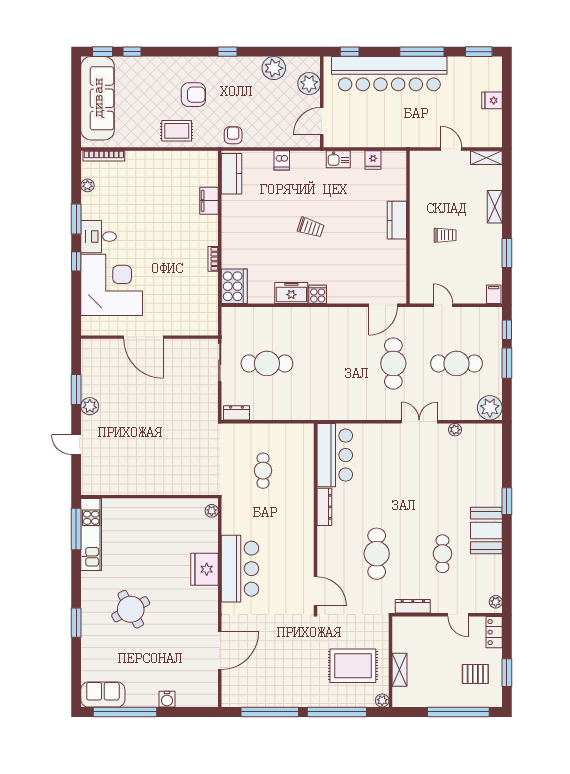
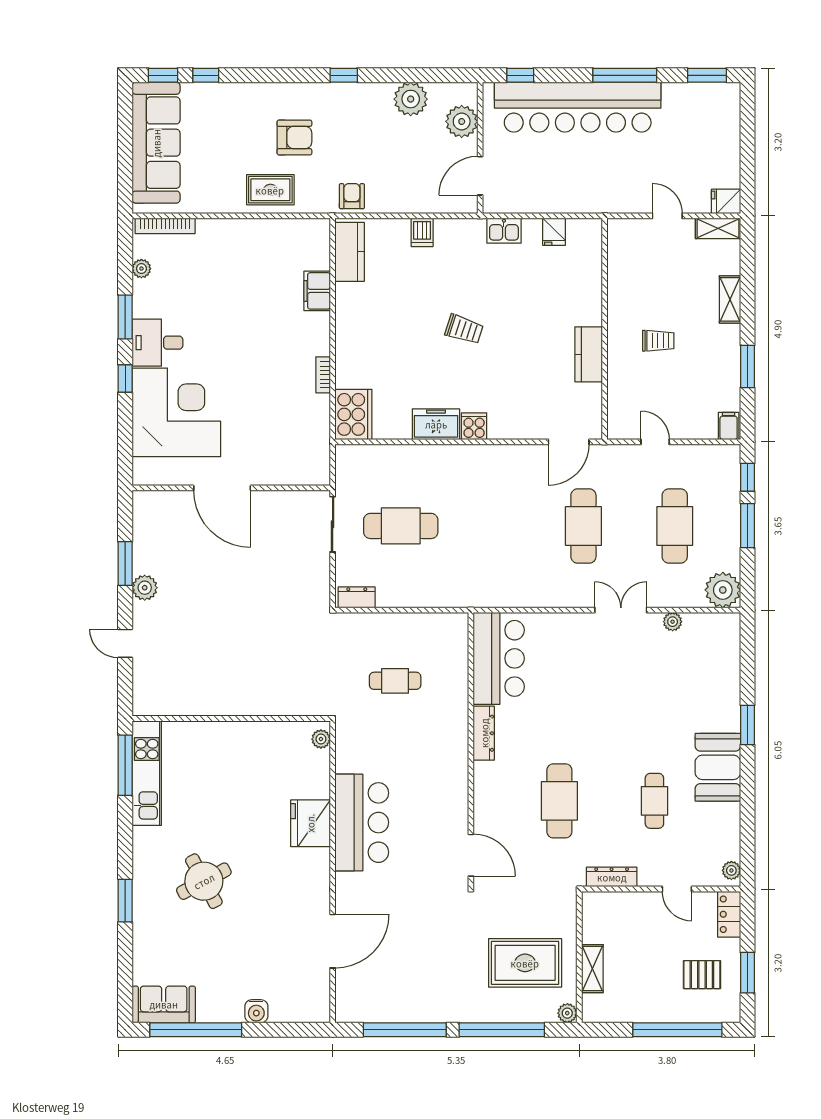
fridge: (492, 100) -> (726, 201), moved
kitchen counter: (397, 220) -> (589, 354), moved
cafe table: (457, 363) -> (675, 526), turned 90
cafe table: (263, 471) -> (395, 681), turned 90

